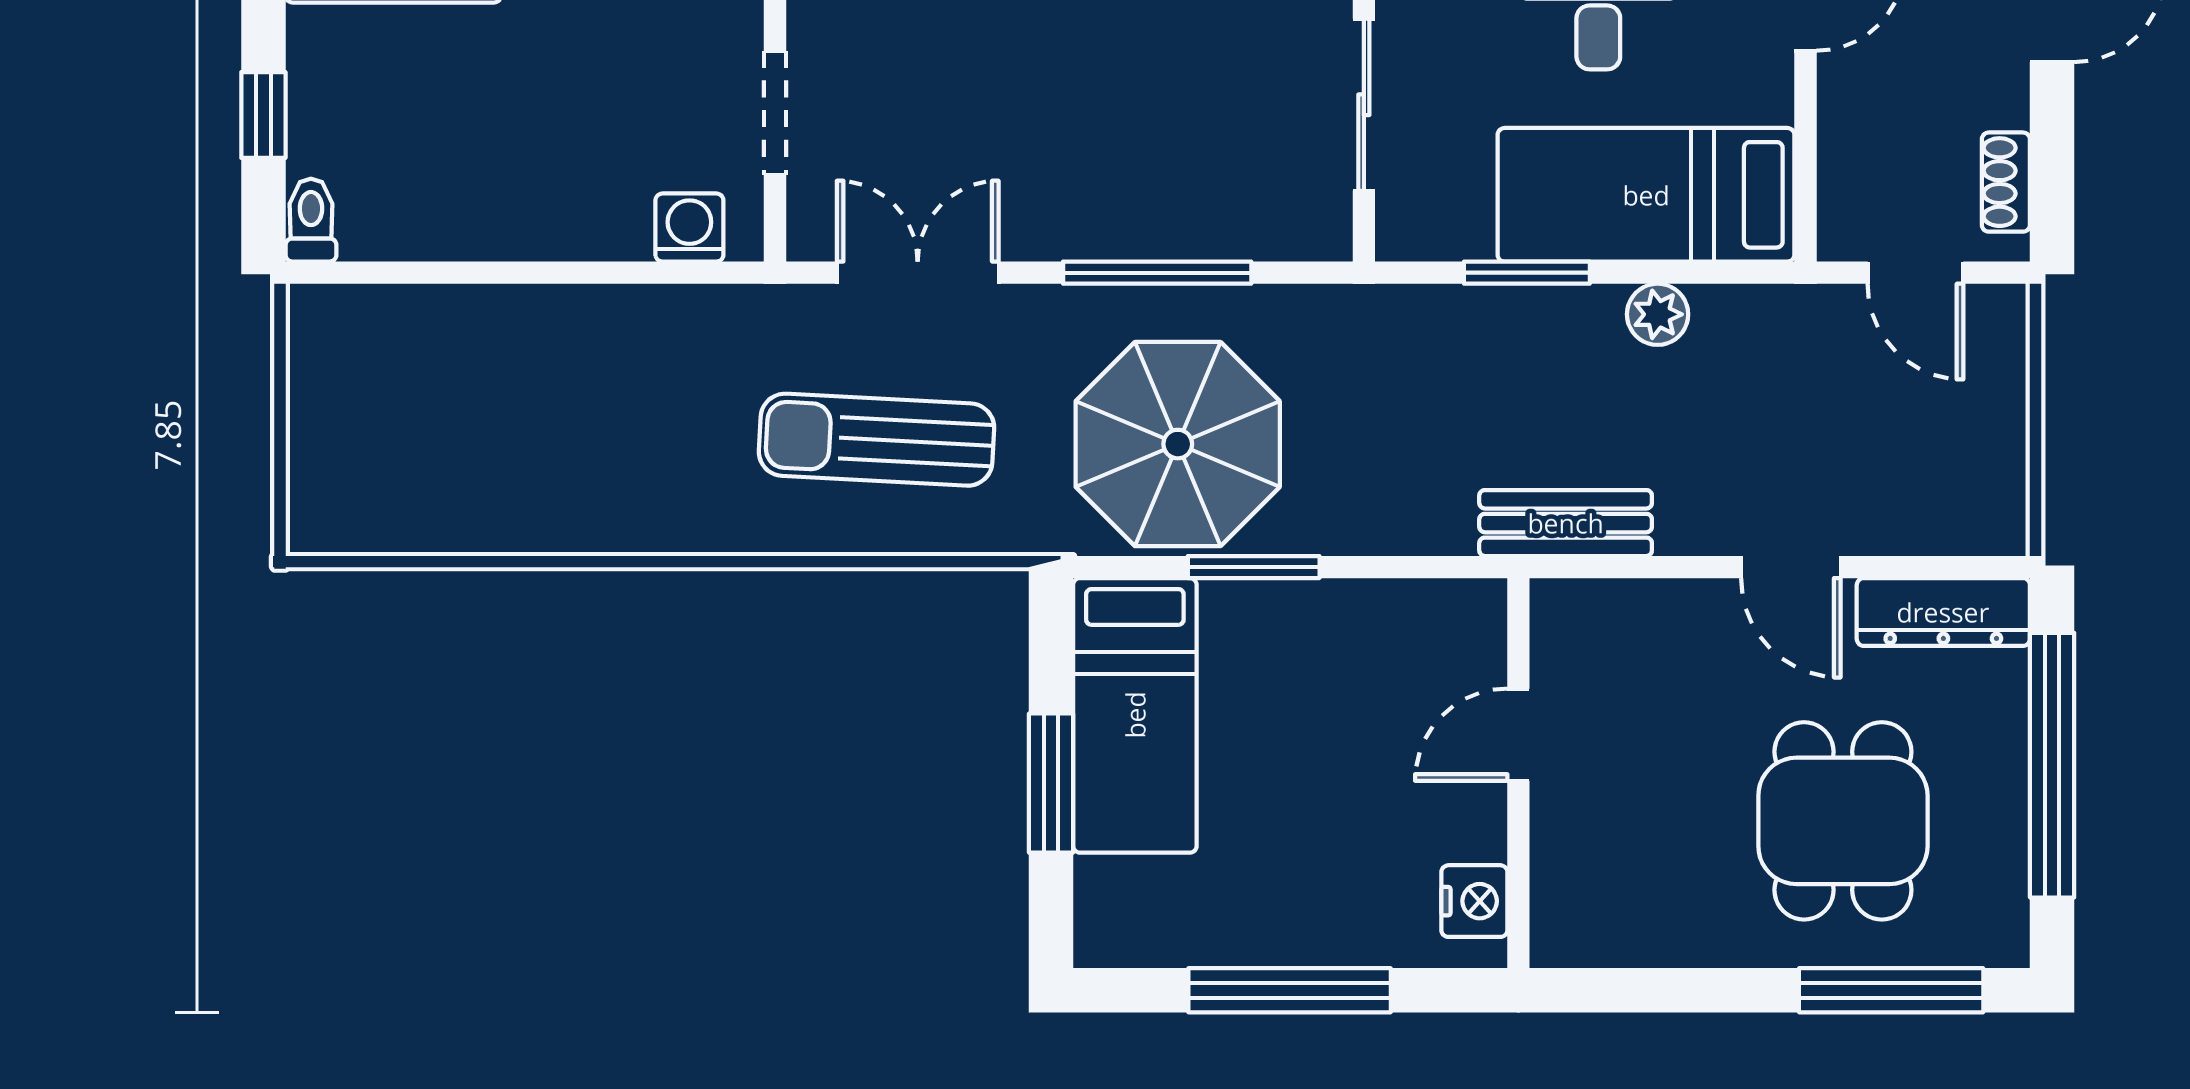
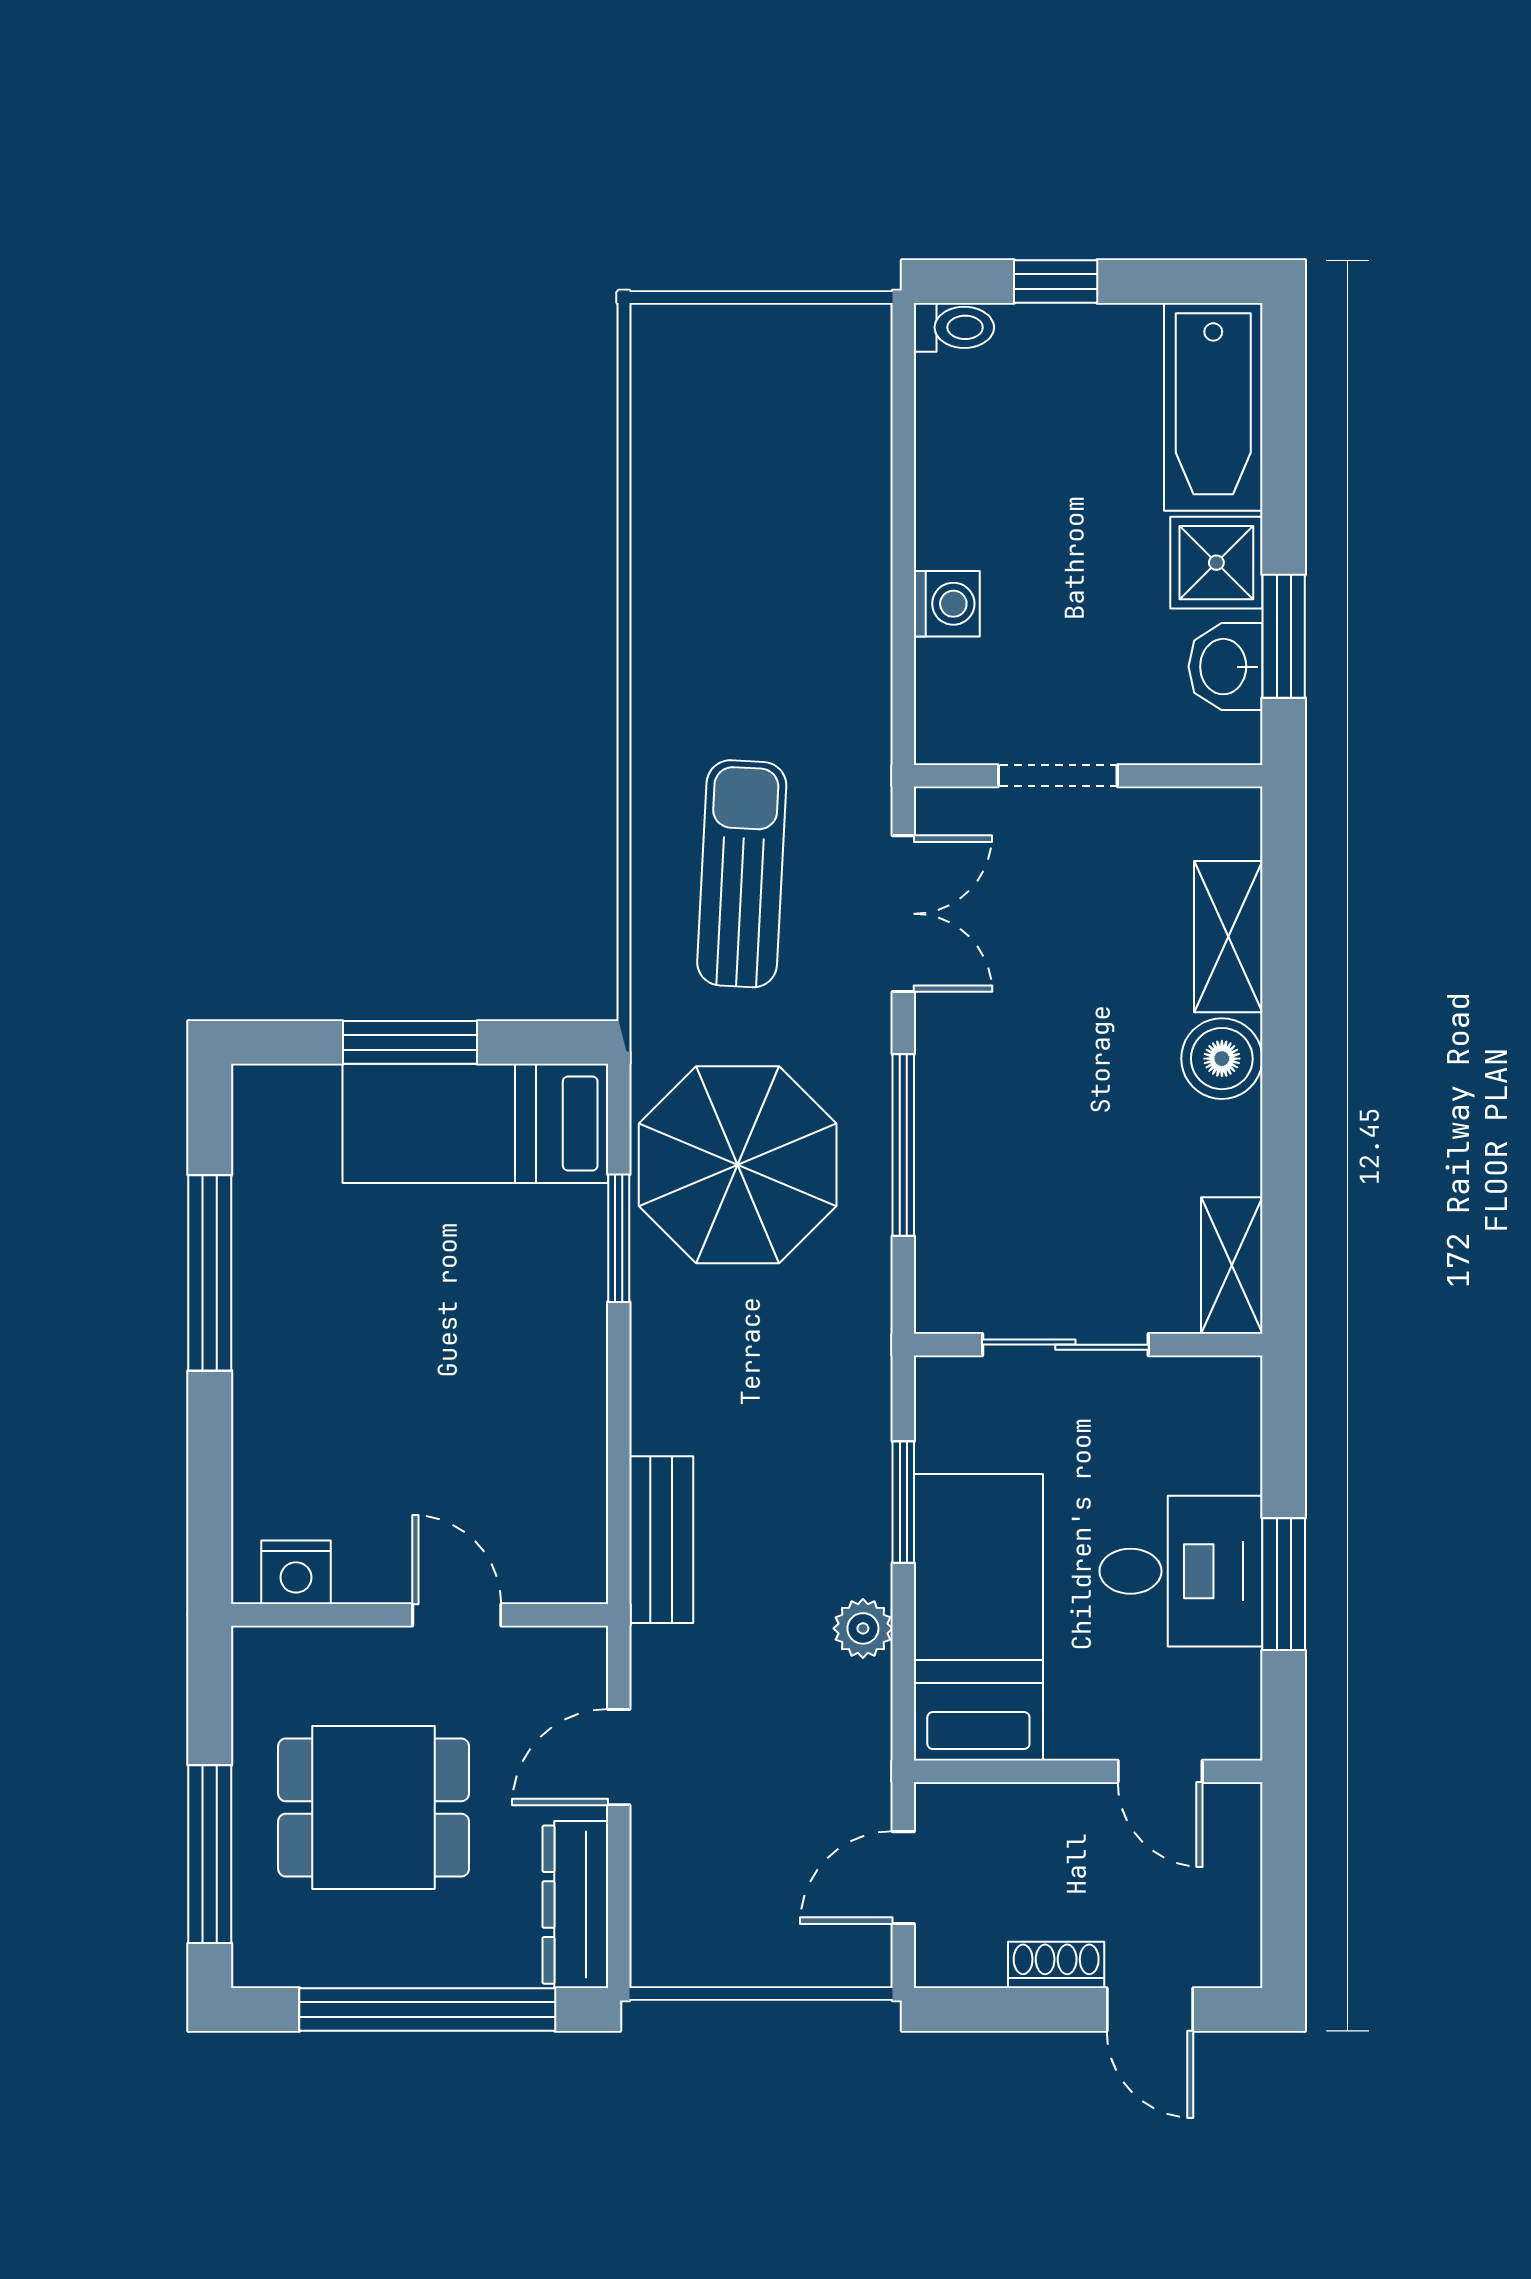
shoe rack: (2006, 182) -> (1056, 1965), moved
washing machine: (689, 228) -> (947, 604), moved
door: (1518, 735) -> (457, 1615), moved
wall: (1518, 773) -> (420, 1615), moved
nightstand: (1474, 901) -> (296, 1572), moved

